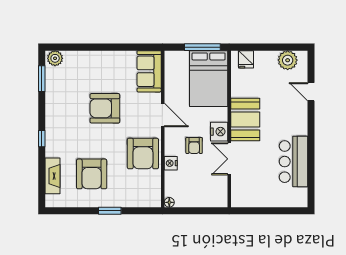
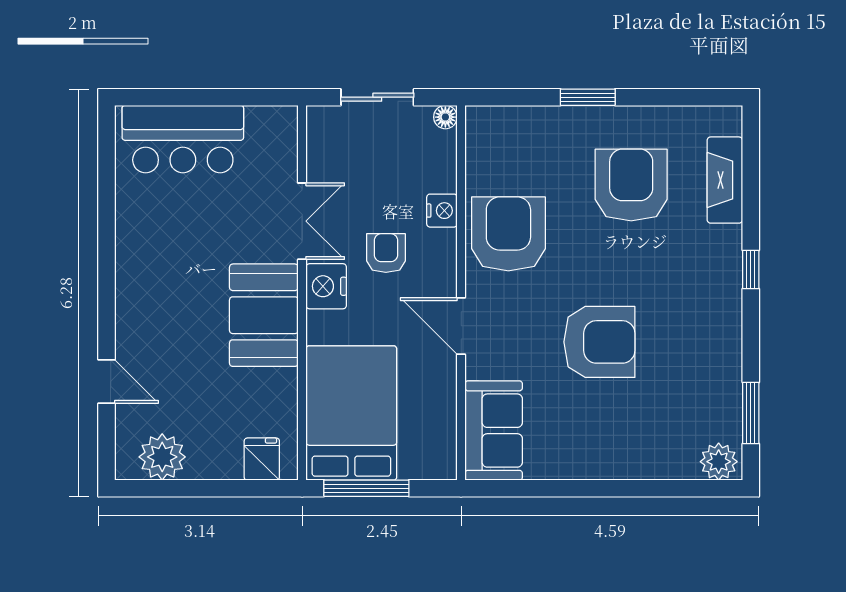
bar counter: (293, 162) -> (183, 139), moved, turned 90
sliding door: (198, 211) -> (377, 97), added

